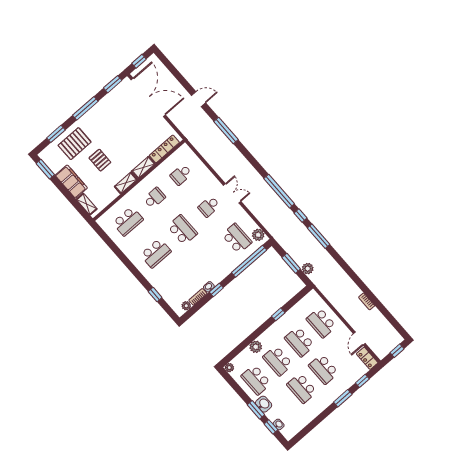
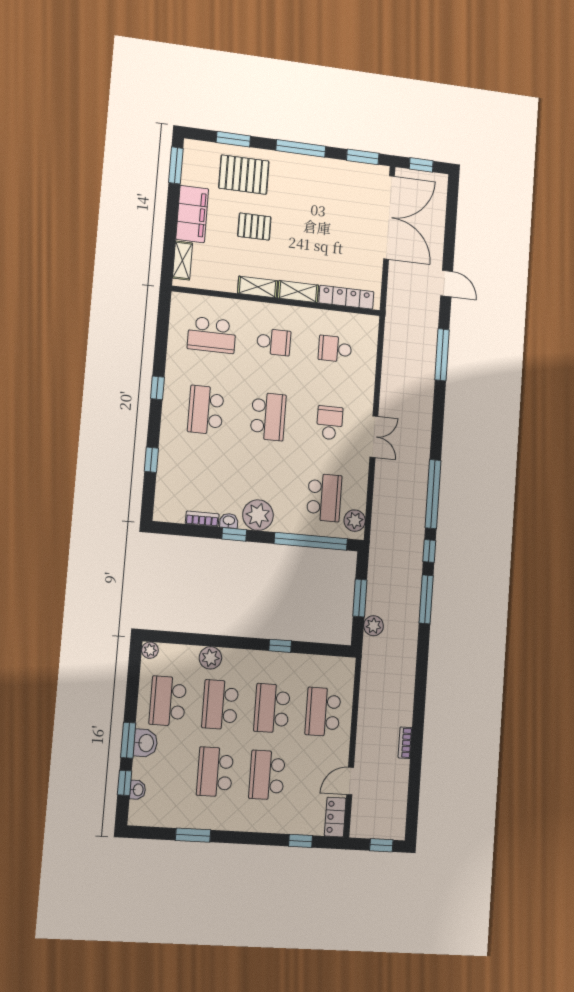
pallet: (100, 160) -> (254, 227), turned 90
school desk: (209, 207) -> (330, 423), turned 90
school desk: (156, 253) -> (206, 410), turned 90
window: (129, 264) -> (157, 388), added
plant: (186, 306) -> (258, 515), moved, width x1.88, depth x1.88
window: (343, 398) -> (193, 835), moved

